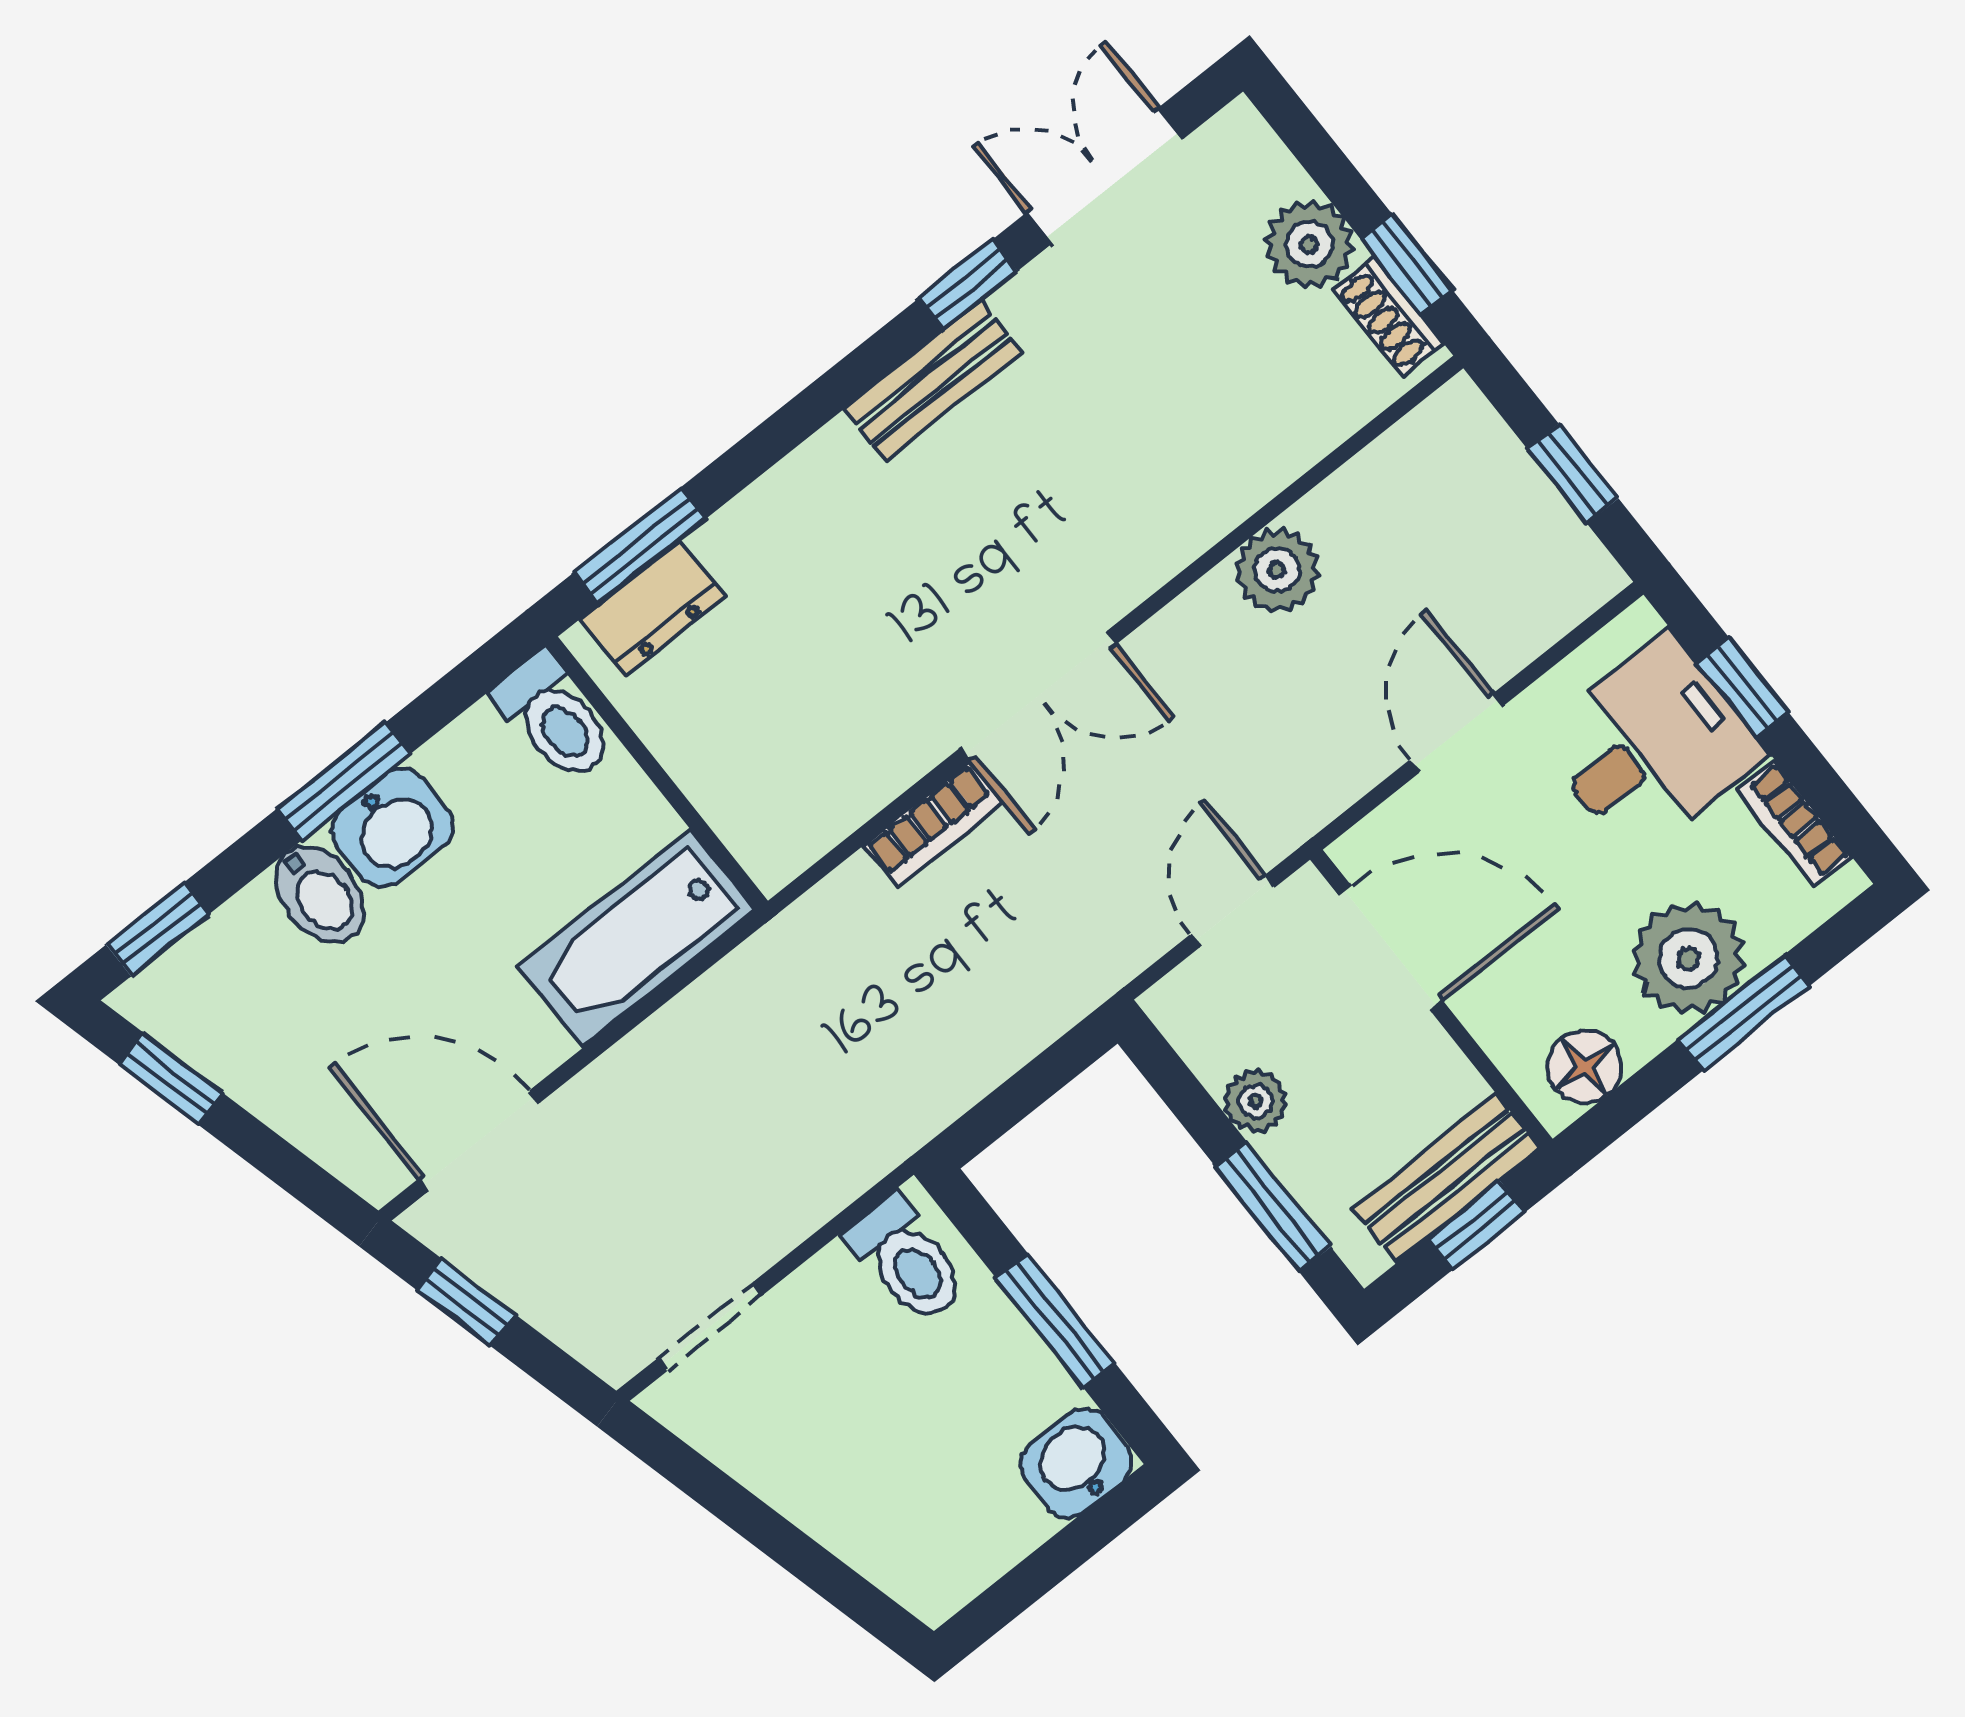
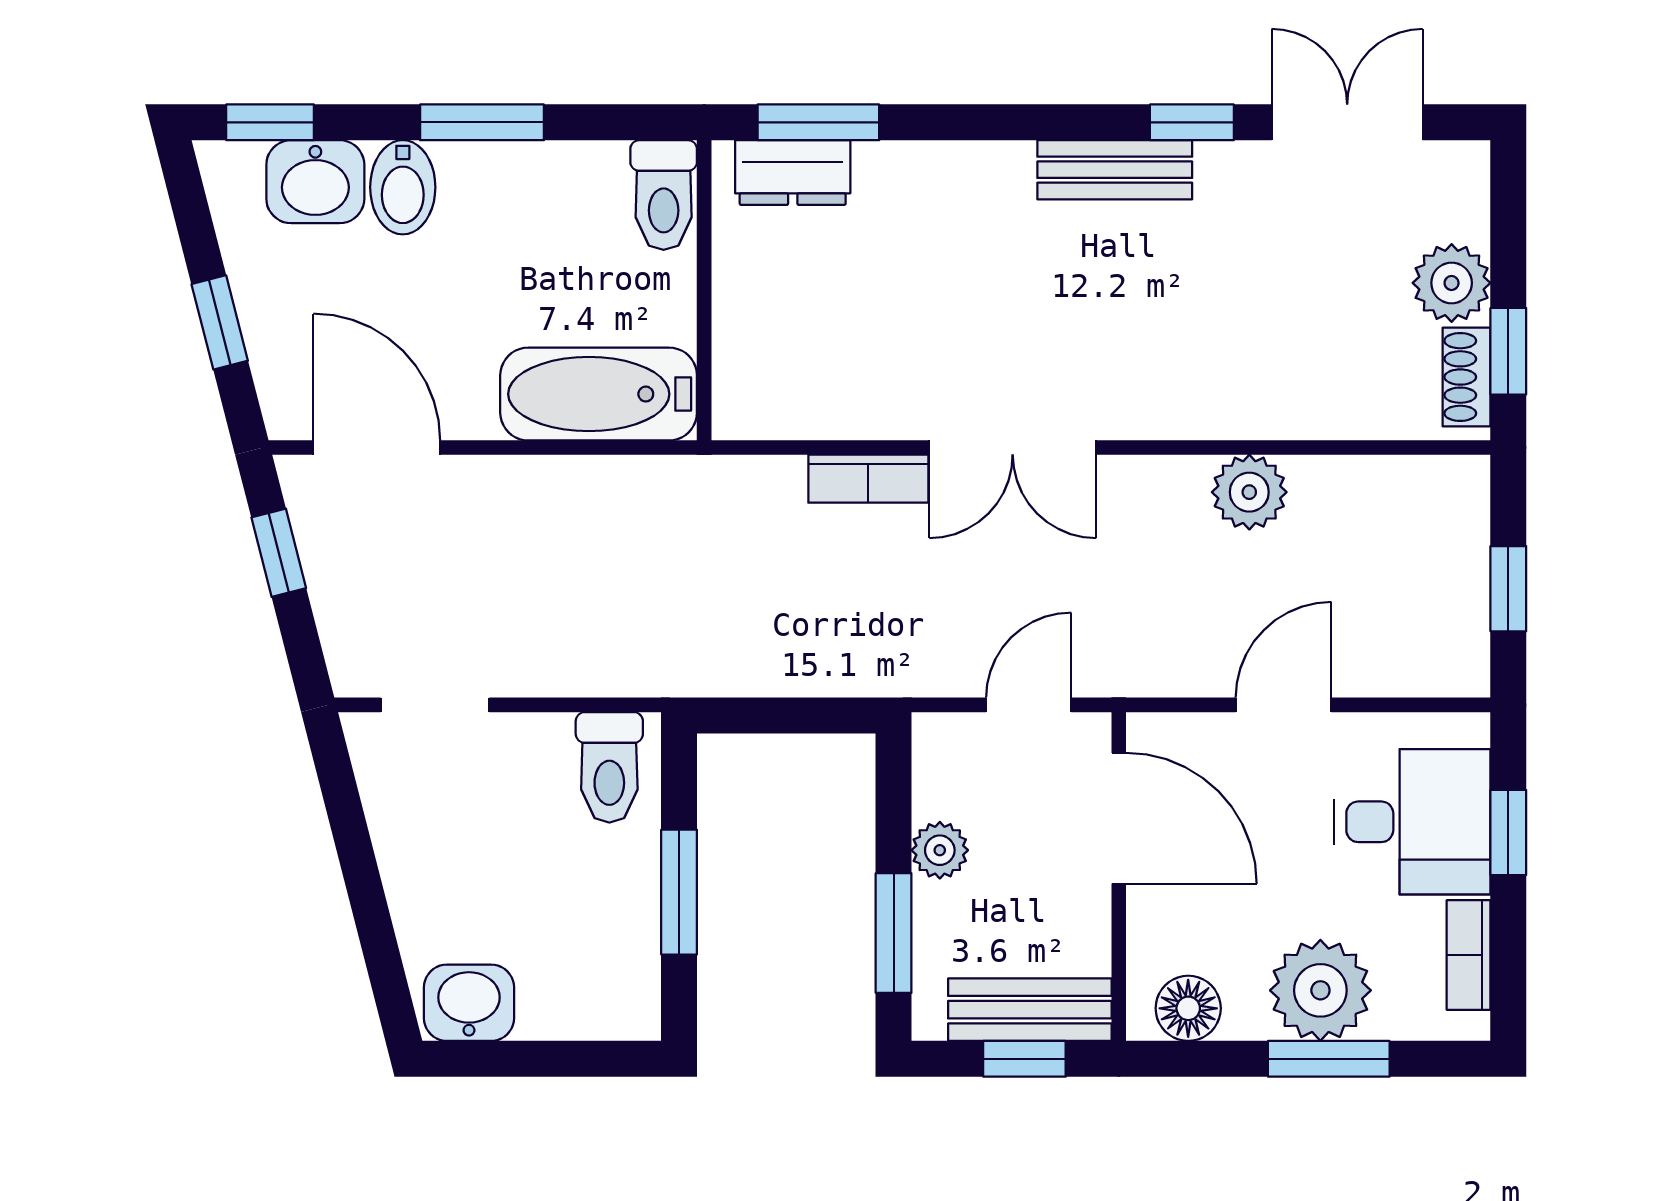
washbasin: (392, 828) -> (315, 182), moved
window: (171, 1079) -> (220, 322), moved
washbasin: (1076, 1463) -> (469, 1003), moved

